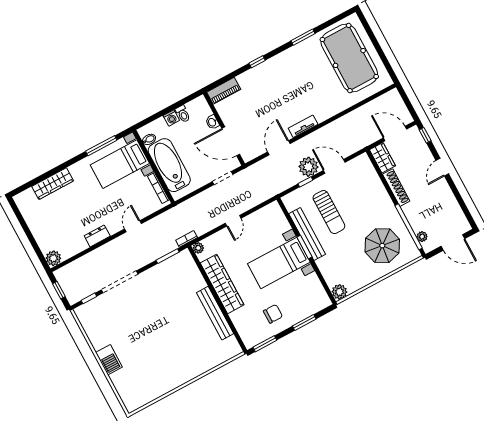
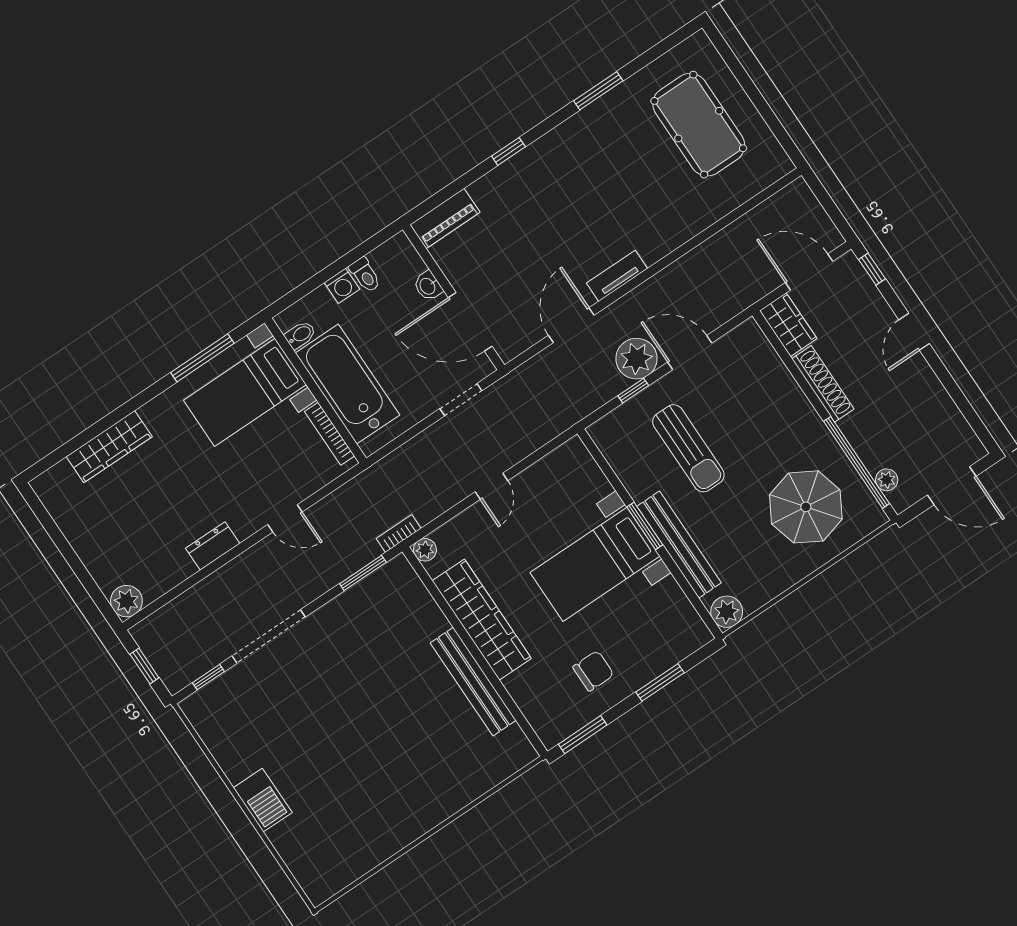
pool table: (349, 58) -> (699, 125), width x0.73, depth x0.76
door: (133, 226) -> (285, 518), swing flipped
bench: (307, 234) -> (679, 545), moved

